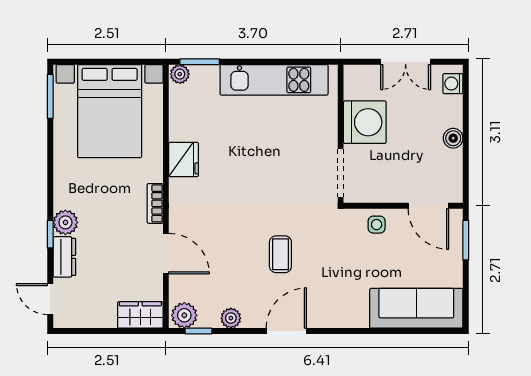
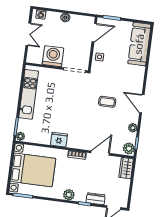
plant: (65, 222) -> (69, 195), moved

